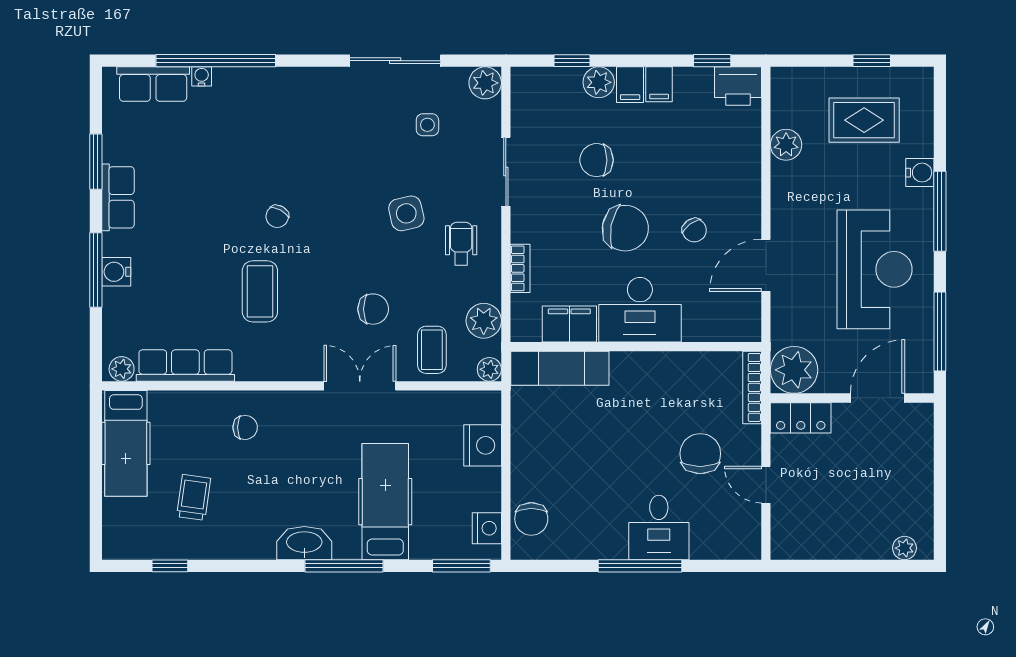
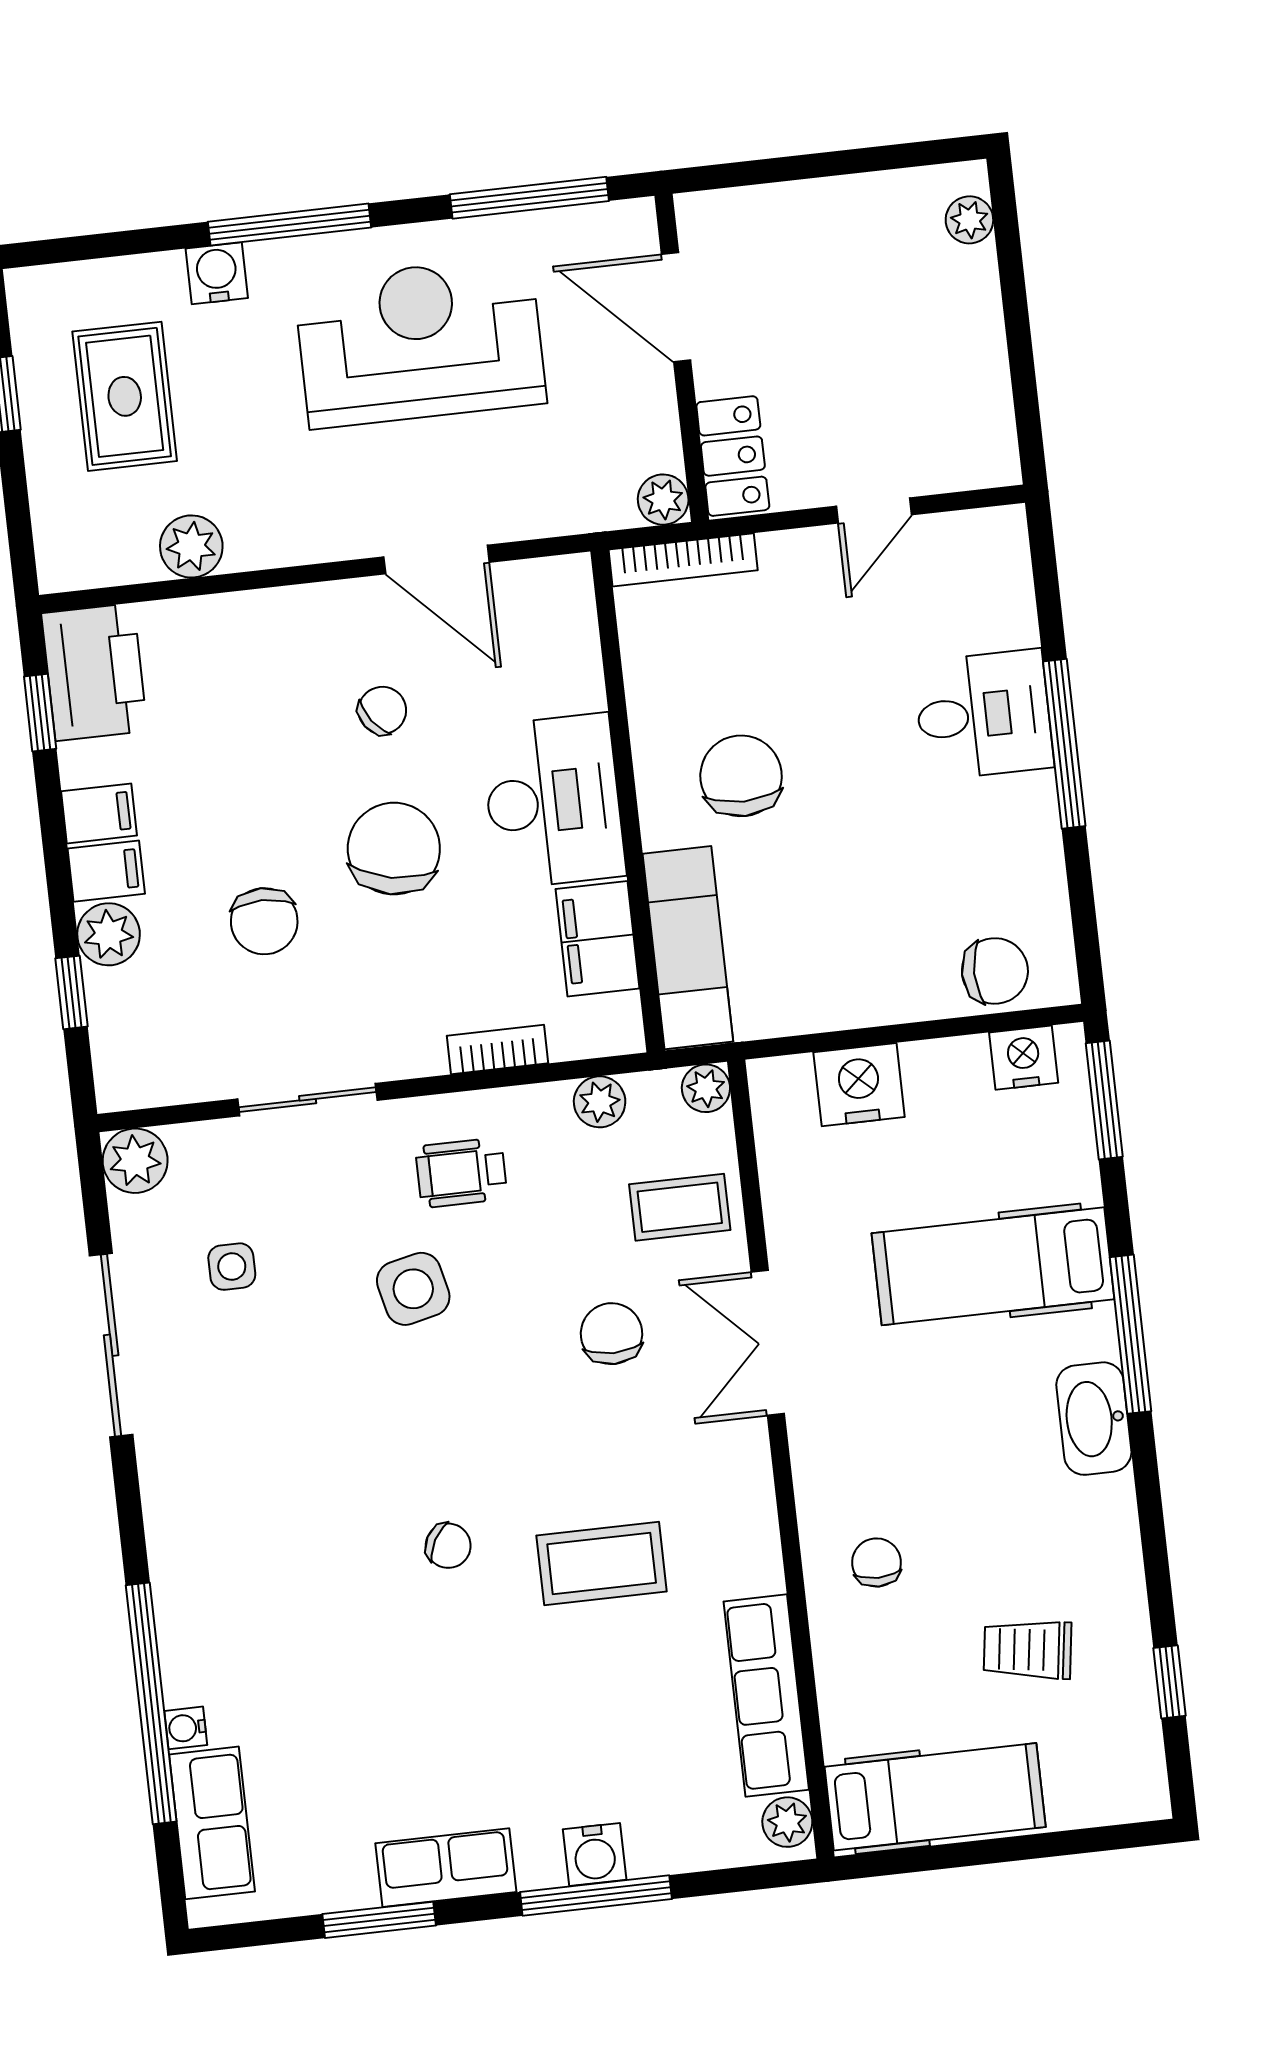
printer: (738, 86) -> (94, 672), width x1.37, depth x1.19
plant: (484, 321) -> (600, 1102), width x0.73, depth x0.73
plant: (794, 370) -> (663, 500), width x0.53, depth x0.53
chair: (700, 454) -> (741, 776), moved, turned 90

